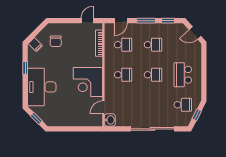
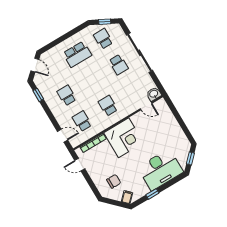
window: (146, 21) -> (49, 114), removed
school desk: (153, 75) -> (119, 65), moved, turned 180
corner desk: (88, 82) -> (124, 138), moved

